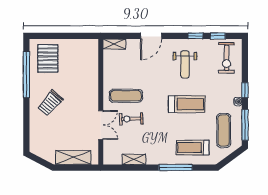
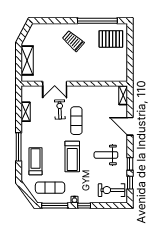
exercise mat: (126, 96) -> (76, 121), moved

